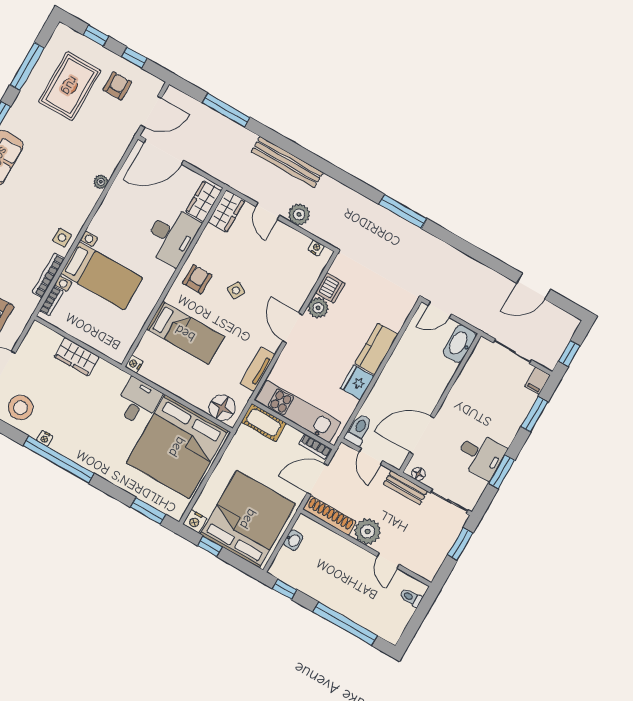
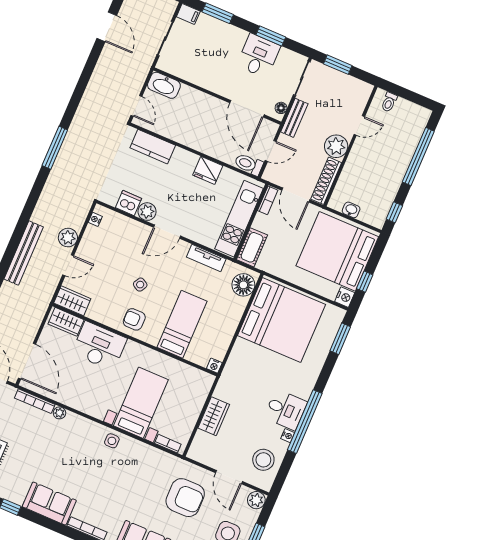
bookcase: (48, 275) -> (35, 401), moved
kitchen counter: (376, 349) -> (153, 147), moved
desk: (138, 402) -> (286, 410), moved, turned 180

